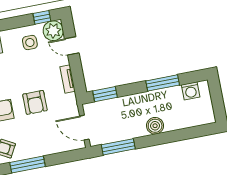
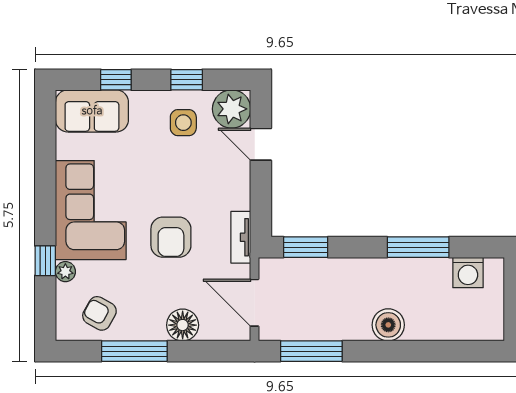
window: (42, 17) -> (187, 80), moved
tv unit: (68, 79) -> (241, 237), moved
floor lamp: (50, 146) -> (183, 325), added

